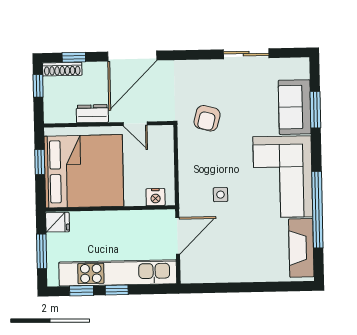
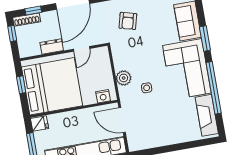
window: (315, 110) -> (205, 38), moved
armchair: (207, 118) -> (128, 21), moved
door: (135, 124) -> (82, 49), hinge flipped
plant: (189, 175) -> (124, 78), added
door: (178, 236) -> (122, 120), swing flipped

